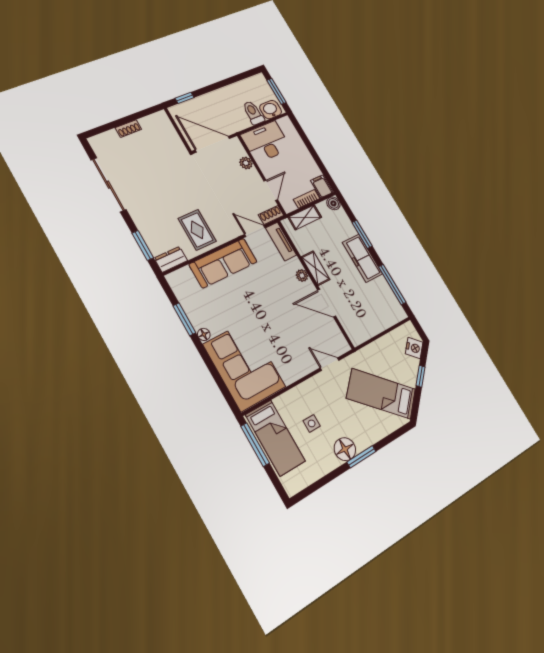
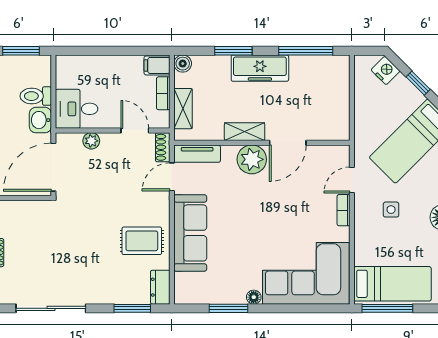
washbasin: (271, 110) -> (40, 120), moved
desk: (266, 142) -> (77, 109), width x0.73
plant: (302, 276) -> (252, 159), width x1.87, depth x1.87
bookcase: (306, 369) -> (343, 210), added
side table: (312, 423) -> (391, 210), moved

